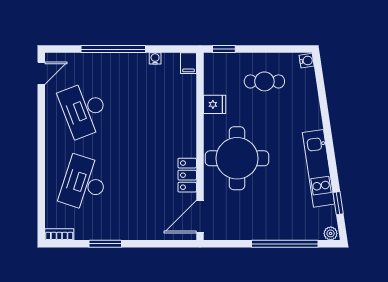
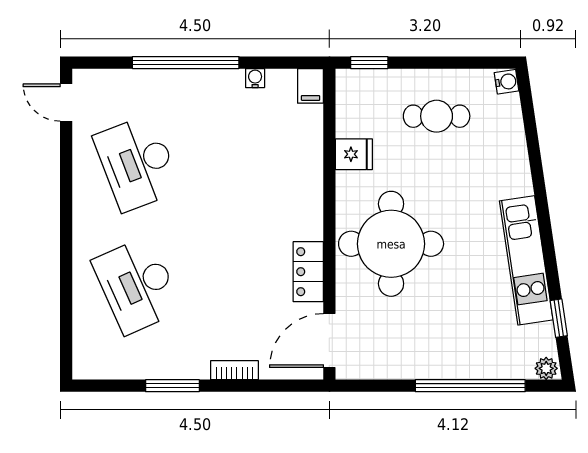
door: (41, 73) -> (66, 103), swing flipped
desk: (84, 183) -> (137, 285), turned -42
bookcase: (59, 234) -> (234, 370), moved

